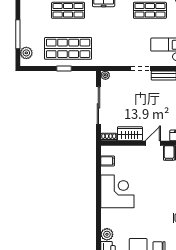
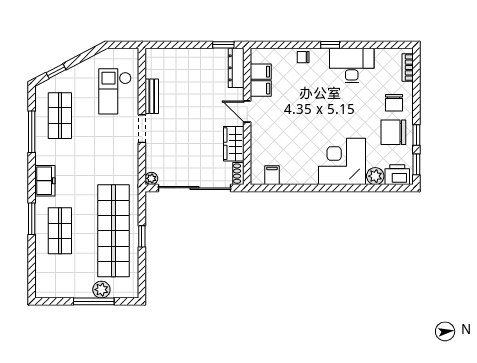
shop shelf: (68, 48) -> (113, 231), width x1.40
plant: (26, 53) -> (101, 290), moved
sliding door: (98, 106) -> (194, 188), width x1.36
corner desk: (117, 191) -> (342, 161), moved

